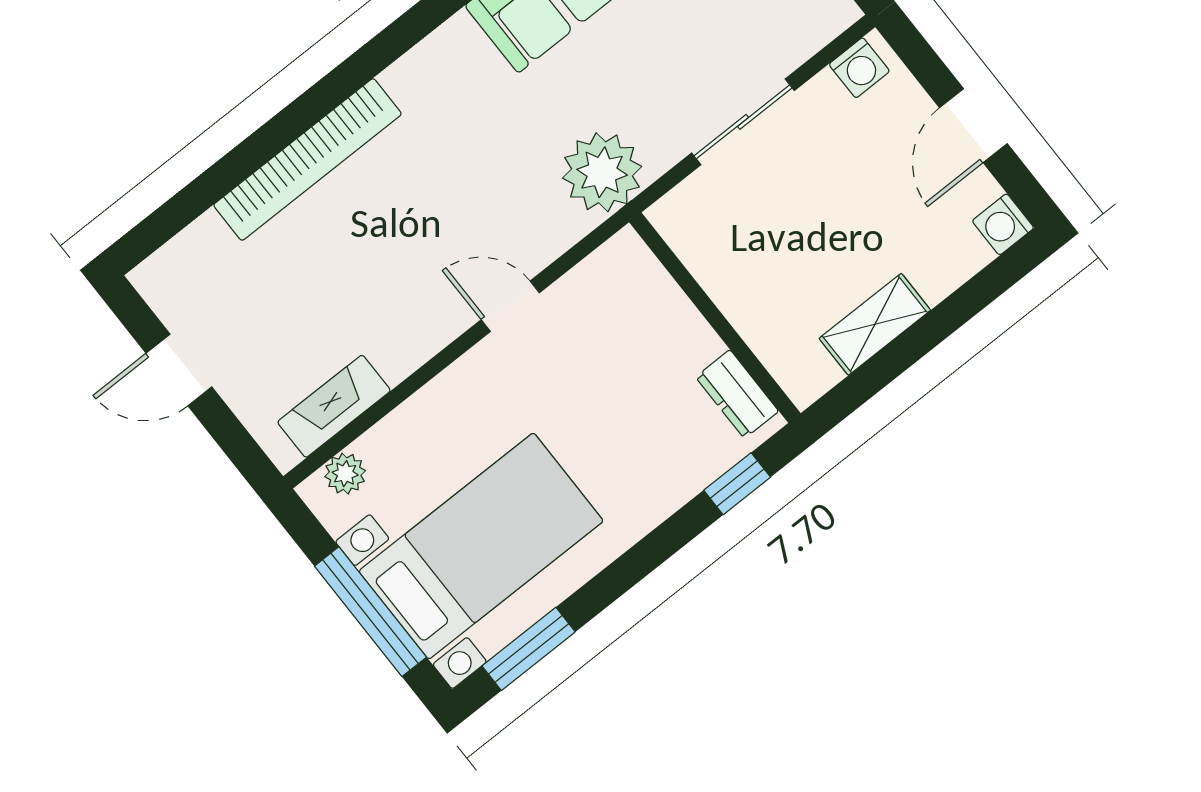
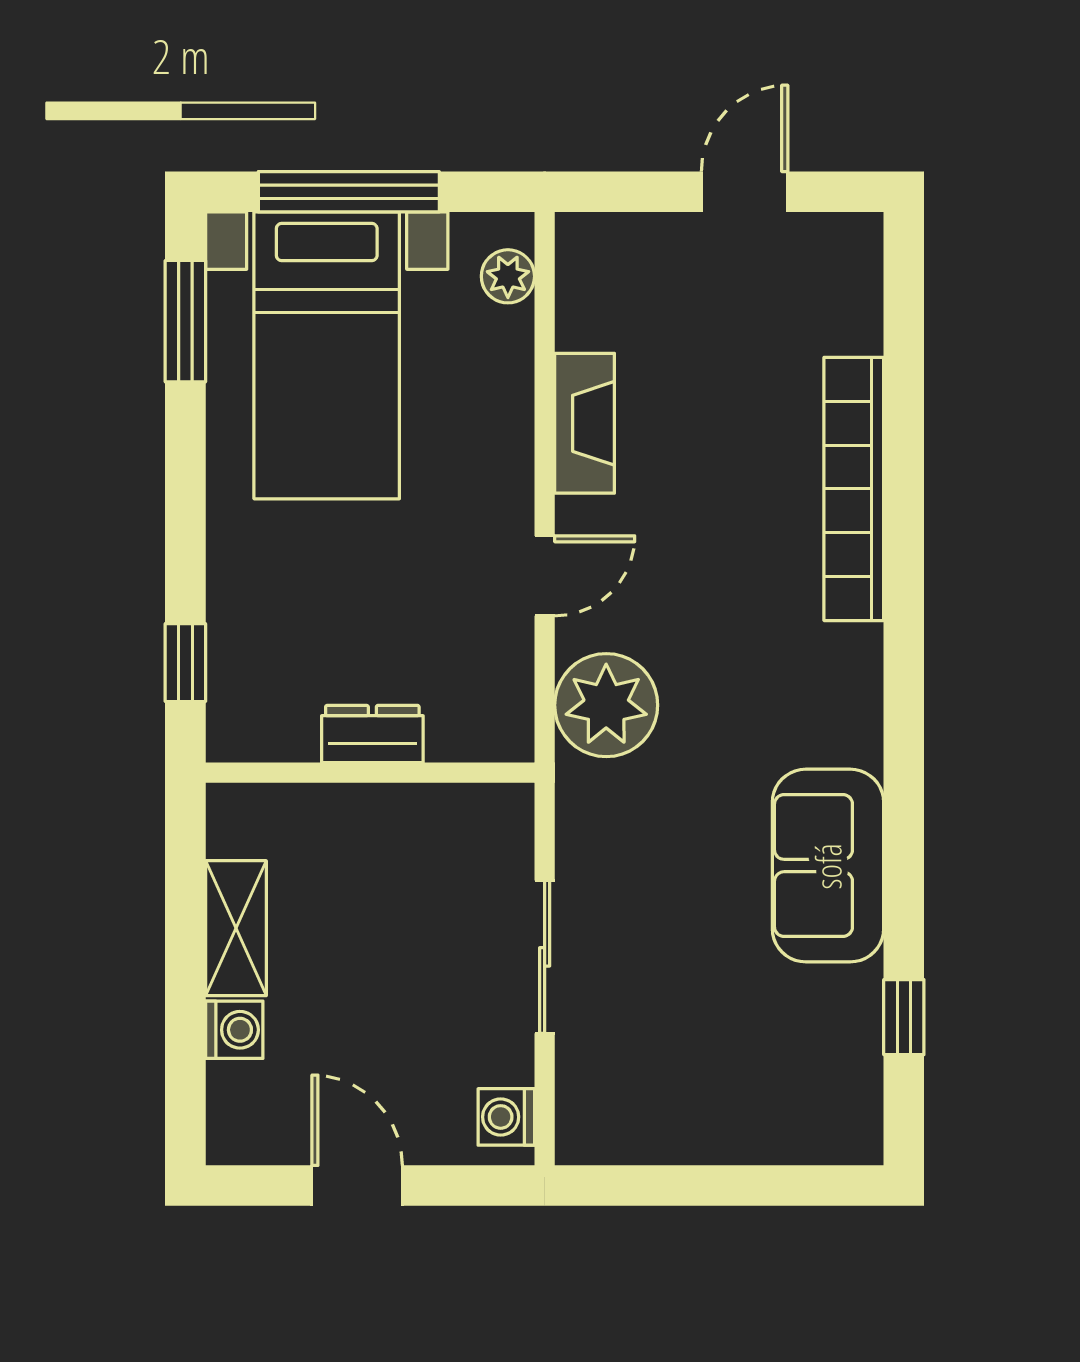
plant: (602, 172) -> (606, 705), moved
washing machine: (1003, 224) -> (234, 1030), moved, turned 90
dresser: (737, 394) -> (372, 734), moved
fireplace: (334, 406) -> (585, 423), moved

